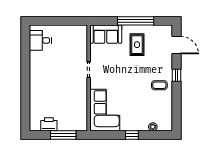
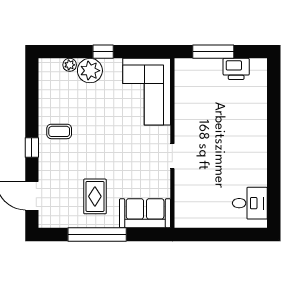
plant: (140, 123) -> (90, 71), added

